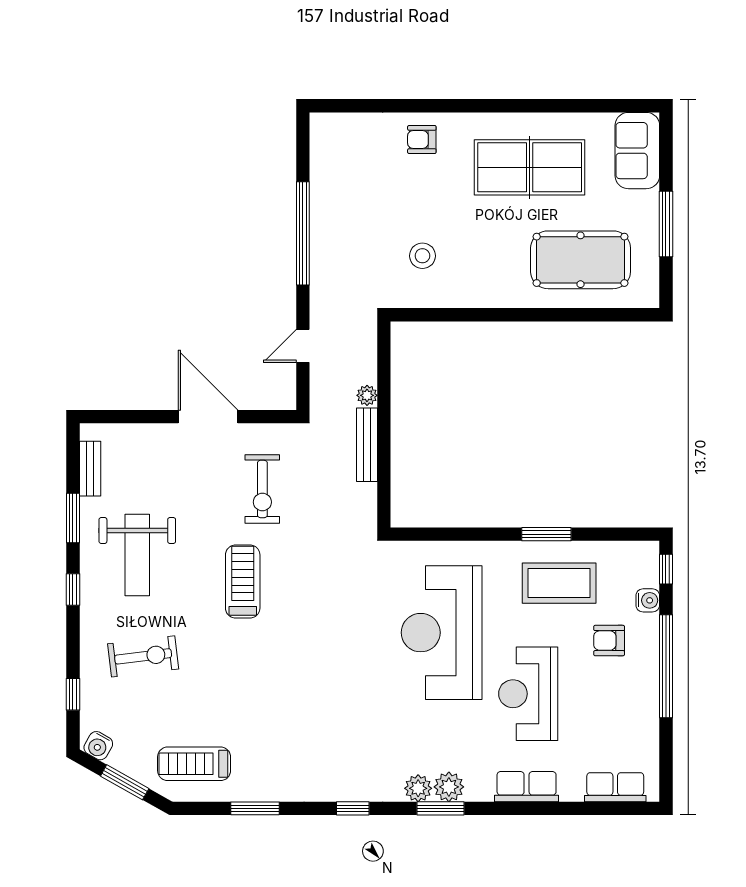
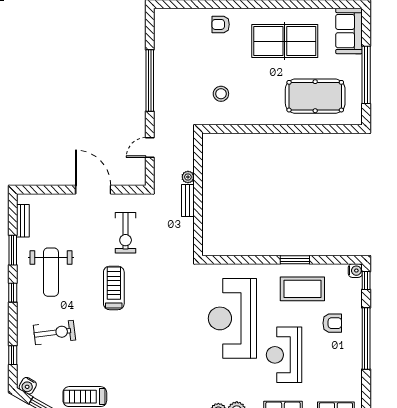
window: (666, 224) -> (366, 75), width x1.46
bench: (367, 445) -> (188, 201), width x0.73
water cooler: (648, 600) -> (355, 271), moved
armchair: (609, 641) -> (332, 323), turned 180

